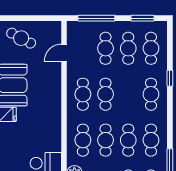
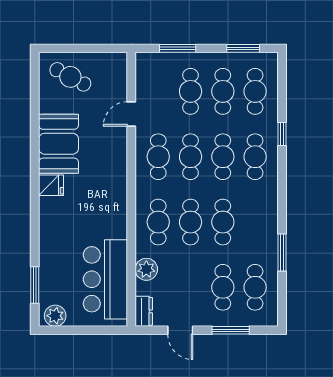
window: (96, 18) -> (178, 48), width x0.69
door: (64, 53) -> (131, 114), moved
cafe table: (151, 140) -> (223, 157), moved

